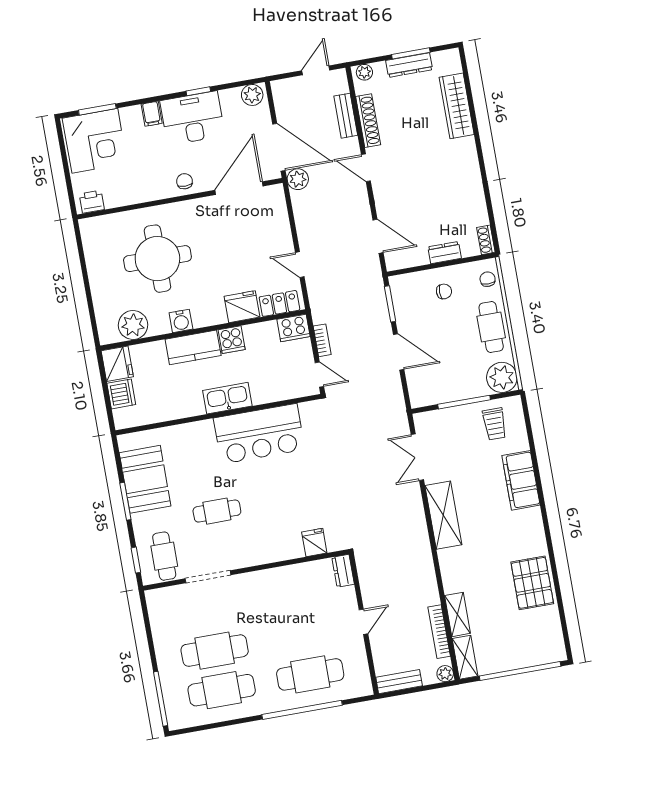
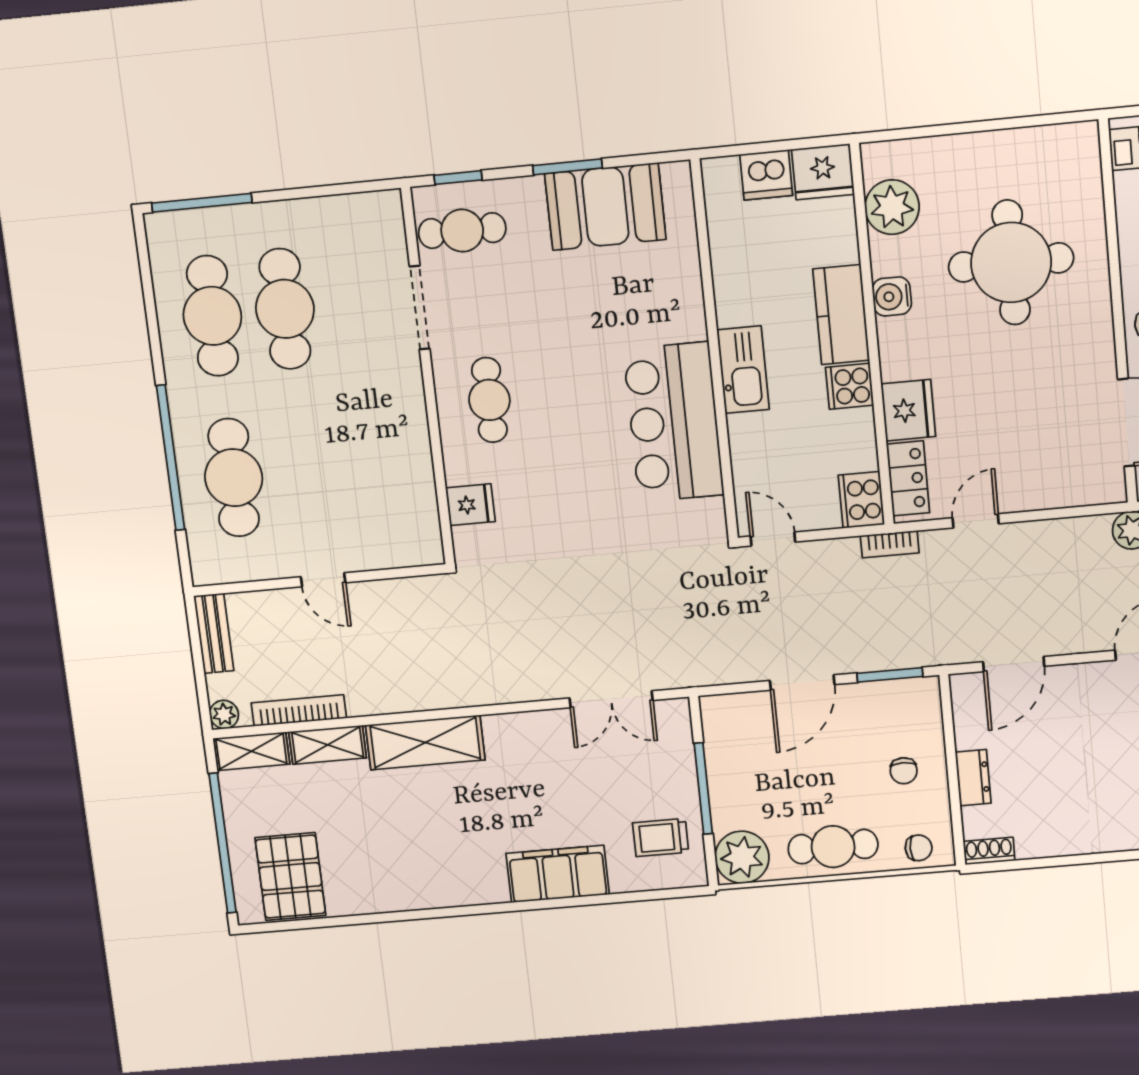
bookcase: (322, 340) -> (890, 544), moved
door: (319, 375) -> (773, 539), swing flipped
double door: (417, 457) -> (611, 699), swing flipped
cafe table: (217, 511) -> (489, 400), moved
shelving: (443, 515) -> (425, 742), moved
dresser: (343, 571) -> (416, 551), removed
pallet: (532, 583) -> (290, 877), moved, turned 90

